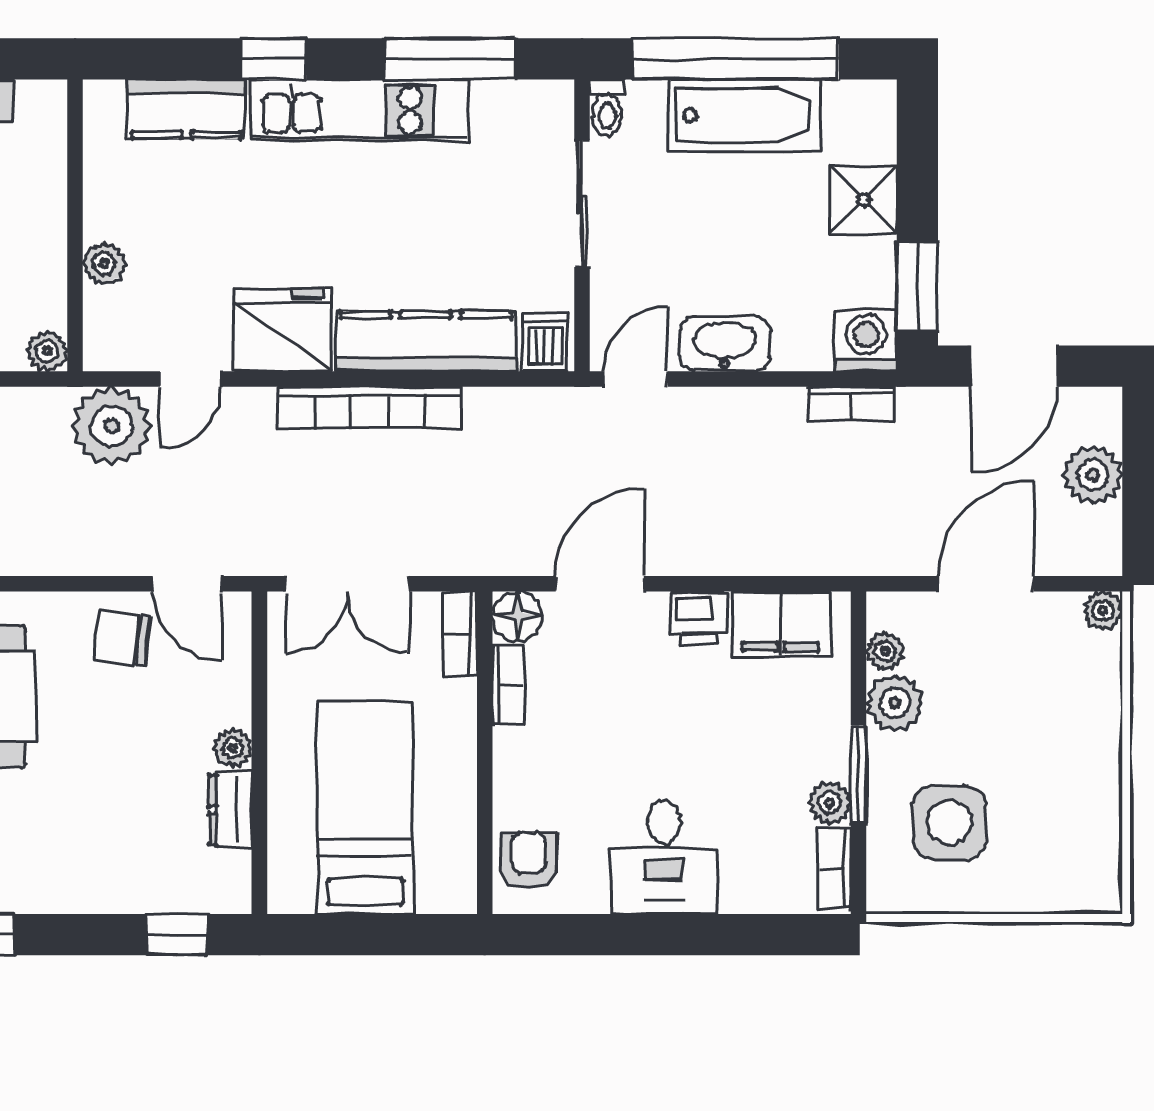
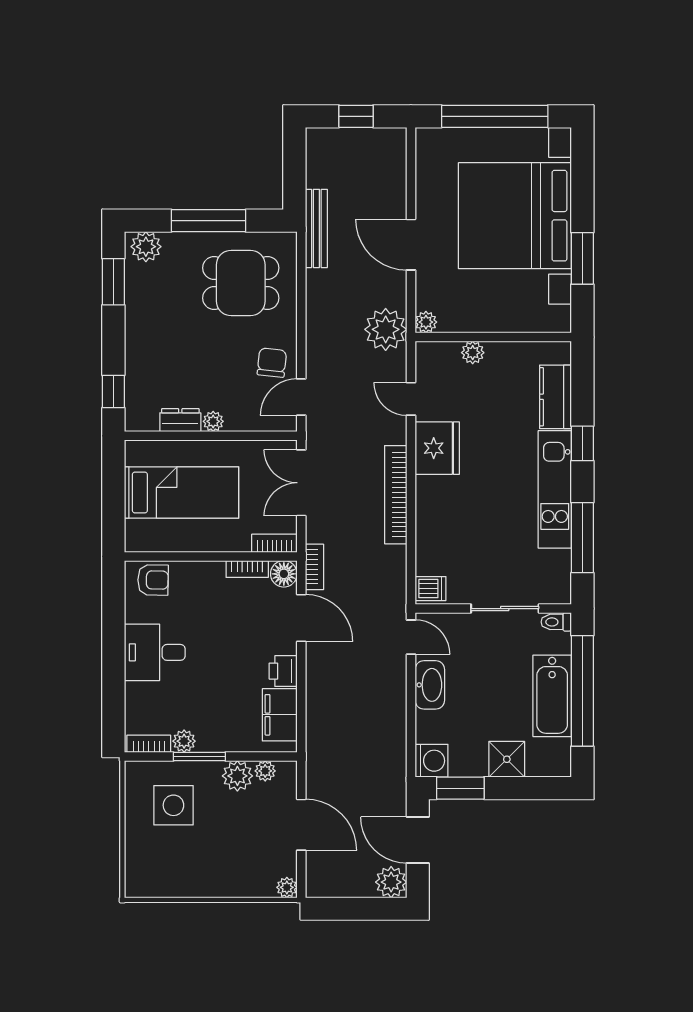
kitchen counter: (426, 341) -> (431, 525), removed
bookcase: (850, 404) -> (314, 567), moved, turned 180
plant: (112, 426) -> (386, 329), moved
plant: (1093, 475) -> (391, 882), moved

